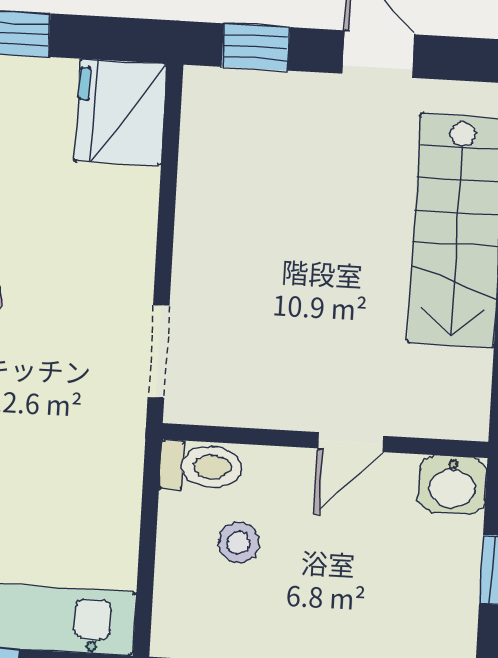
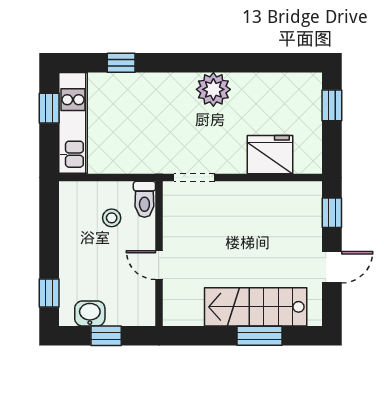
fridge: (121, 112) -> (270, 155), moved
washbasin: (452, 485) -> (90, 313), moved, turned 90

